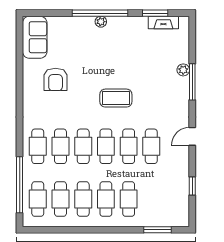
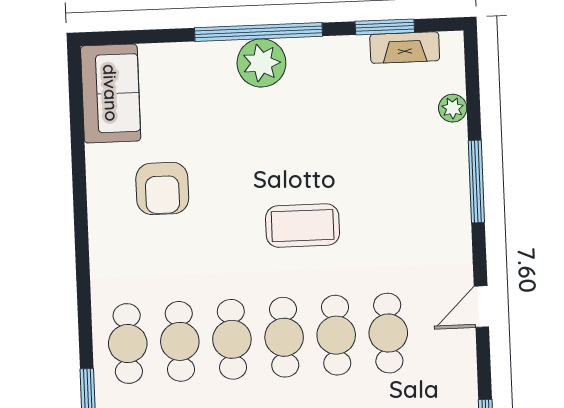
plant: (101, 22) -> (261, 63), width x1.88, depth x1.88
plant: (183, 70) -> (453, 108), moved

